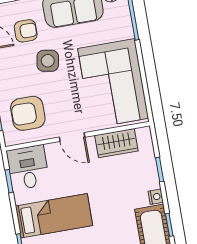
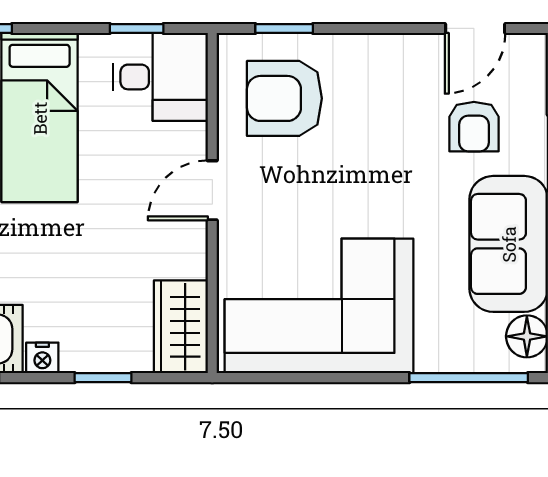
side table: (48, 61) -> (397, 165), removed
armchair: (28, 113) -> (284, 98), turned -90
wardrobe: (116, 143) -> (181, 327), moved

